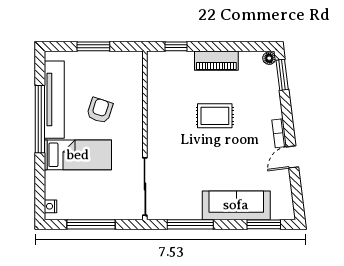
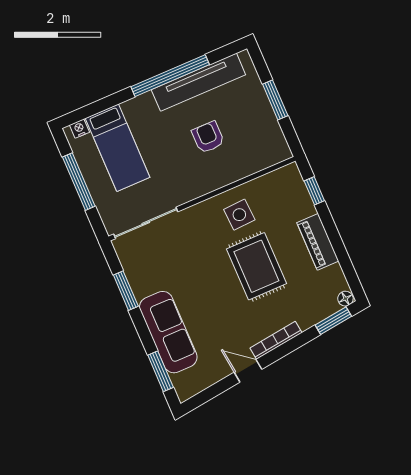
armchair: (100, 110) -> (208, 137), turned -108
side table: (170, 112) -> (239, 215), added
rug: (215, 116) -> (256, 266), width x1.36, depth x1.43
bookcase: (279, 133) -> (276, 340), width x1.56
bed: (78, 155) -> (118, 148), moved
window: (190, 224) -> (126, 291), width x0.69

